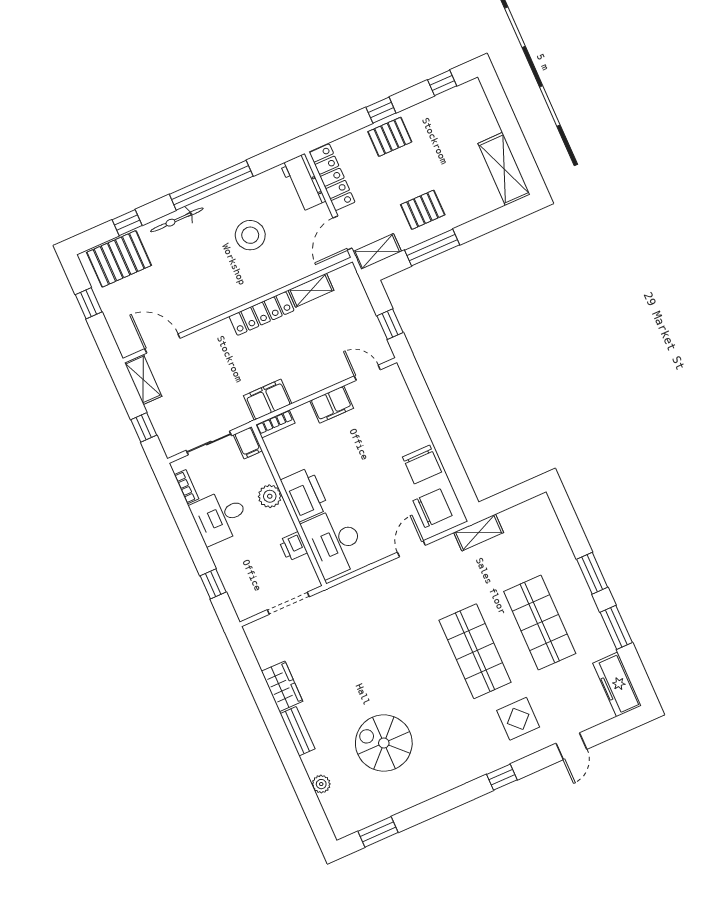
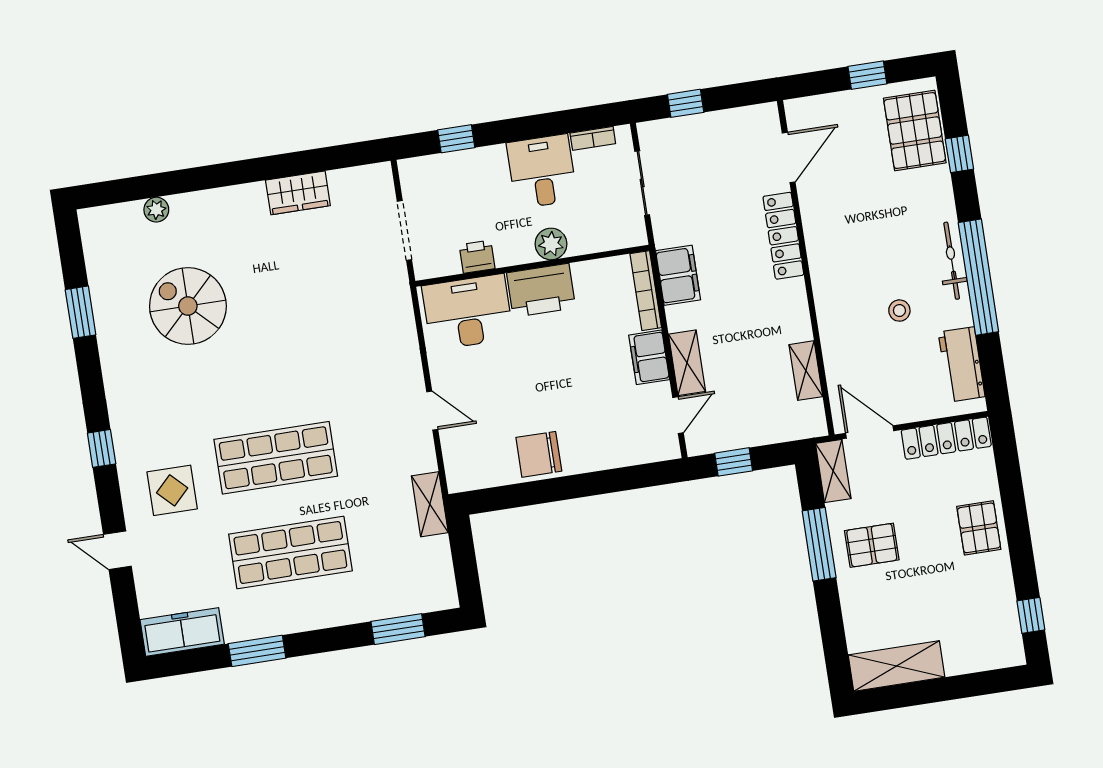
window: (381, 110) -> (1017, 526), removed
workbench: (303, 183) -> (962, 364), moved, turned -90
pallet: (423, 210) -> (872, 545), turned 90
bicycle: (177, 220) -> (952, 261), moved
stool: (250, 235) -> (899, 311), width x0.53, depth x0.53
locker: (262, 314) -> (783, 236), moved
shelving: (143, 379) -> (687, 363), moved, turned 90
bookcase: (275, 424) -> (646, 291), width x1.56
filing cabinet: (248, 443) -> (629, 234), removed
chair: (433, 508) -> (478, 453), removed
window: (592, 573) -> (398, 629), moved
bench: (297, 731) -> (234, 197), removed
spiral stairs: (384, 743) -> (188, 306), turned -90
window: (378, 832) -> (81, 312), moved

